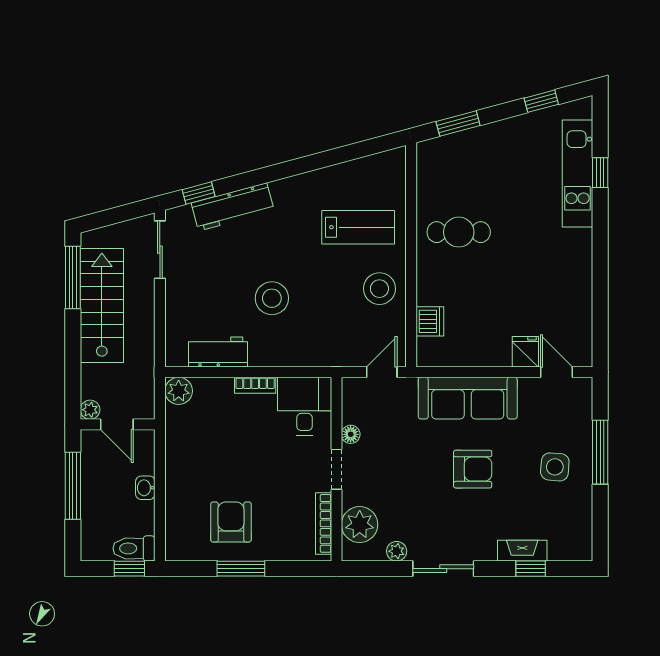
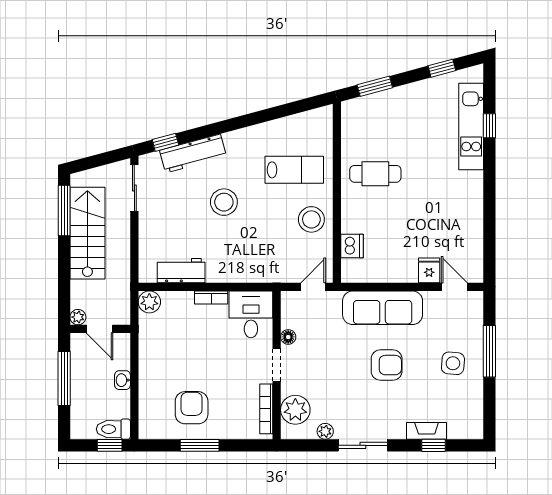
stool: (272, 298) -> (224, 202), moved

